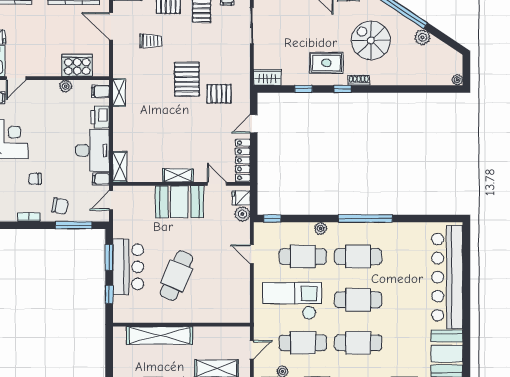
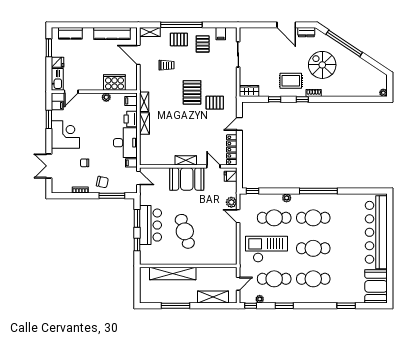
plant: (423, 37) -> (359, 63), removed
shelving: (120, 167) -> (145, 123), moved
door: (111, 200) -> (138, 178), swing flipped
plant: (242, 214) -> (231, 202), moved
cafe table: (177, 276) -> (185, 231), turned -40

